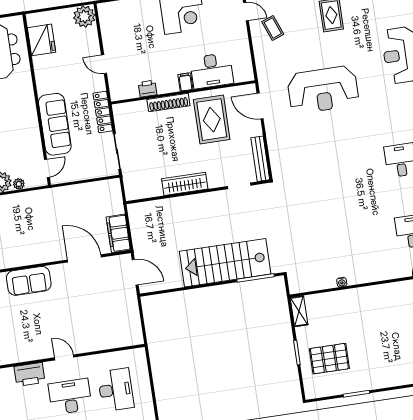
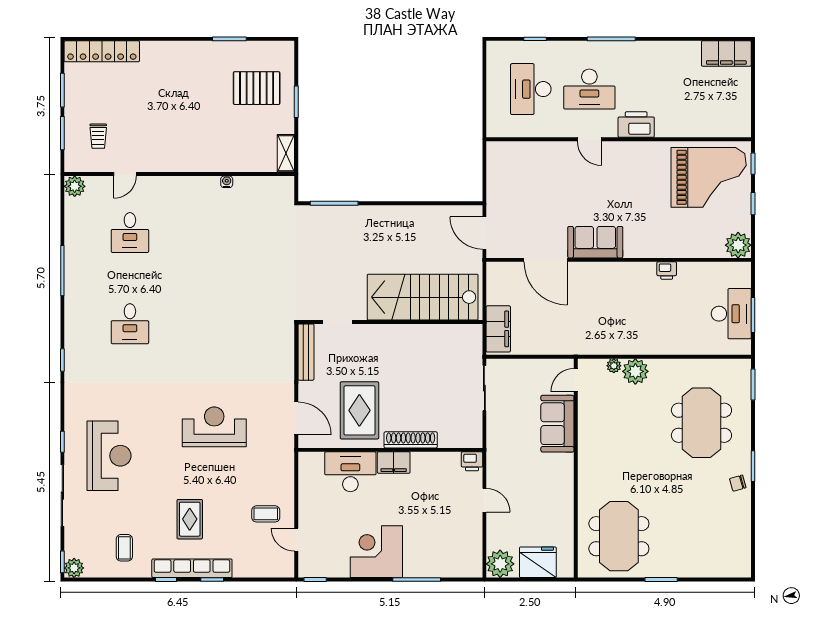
coffee table: (273, 28) -> (266, 514), turned -69
fridge: (41, 40) -> (538, 562), moved, turned 90
filing cabinet: (185, 82) -> (394, 463), width x2.00
printer: (148, 89) -> (472, 461), moved
reception desk: (323, 90) -> (214, 427), width x0.74, depth x0.77
locker: (103, 112) -> (495, 440), removed
sofa: (55, 124) -> (557, 424), width x0.73
wardrobe: (185, 184) -> (405, 335), removed
filing cabinet: (118, 233) -> (498, 329), moved
stairs: (225, 263) -> (423, 297), moved, turned 180
sofa: (29, 281) -> (595, 242), moved

